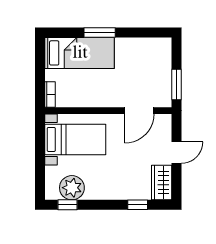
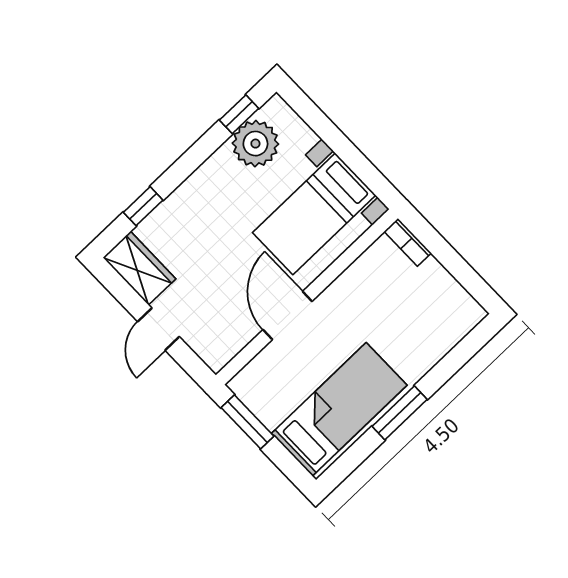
window: (100, 32) -> (400, 413), moved
bed: (80, 53) -> (339, 409), moved, turned 180
door: (139, 111) -> (287, 315), moved

